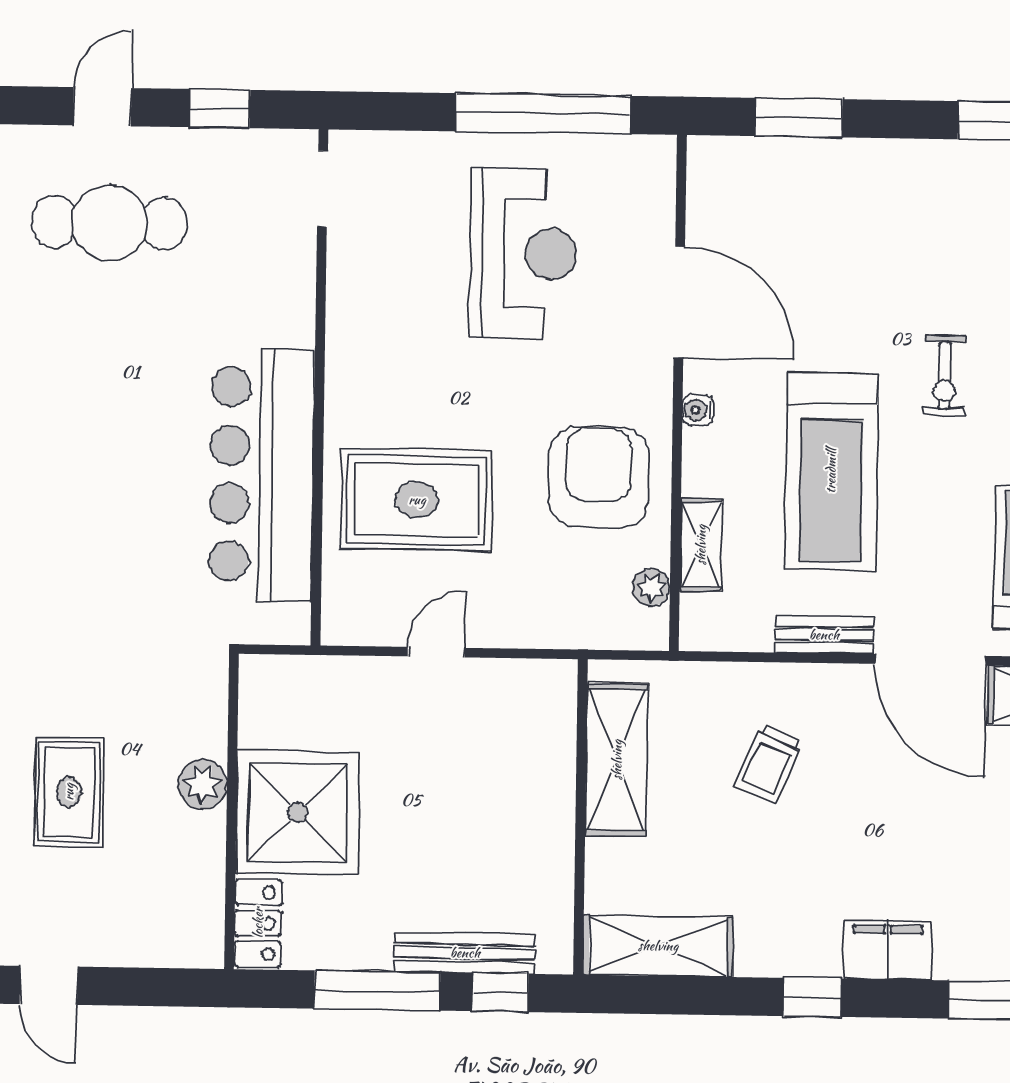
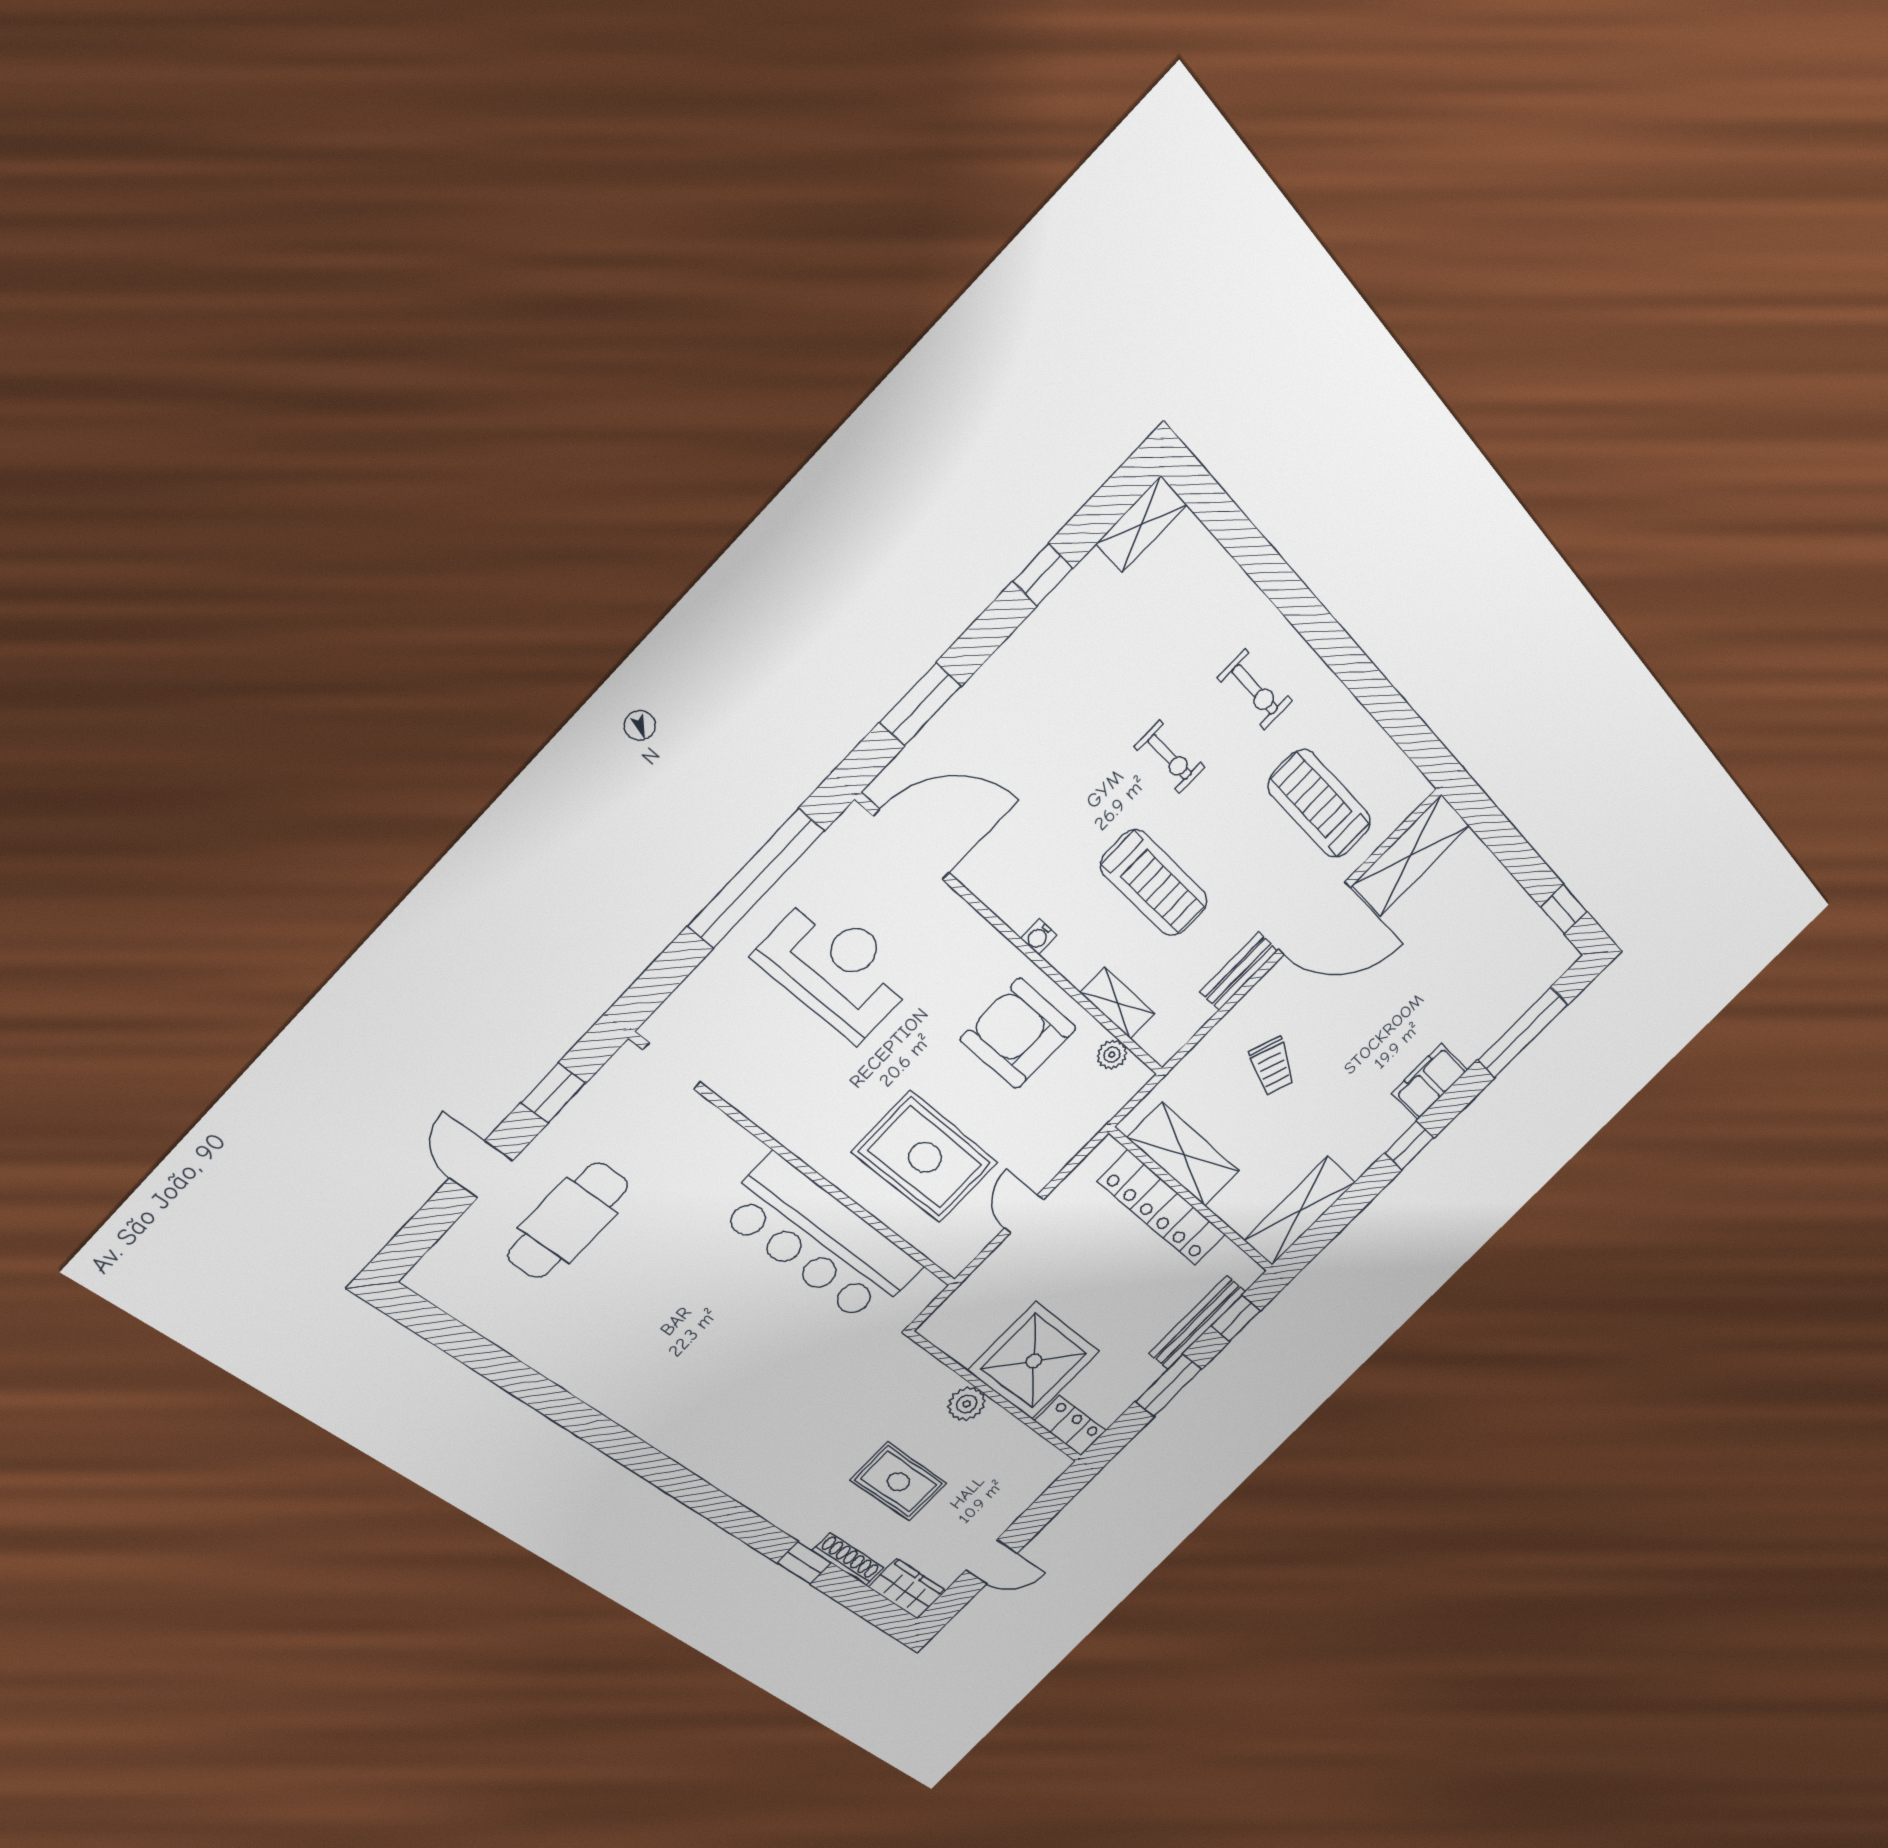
door: (679, 302) -> (911, 845), moved
treadmill: (831, 471) -> (1154, 883), width x0.73, depth x0.73
rug: (417, 500) -> (925, 1157), turned 90
locker: (549, 792) -> (1162, 1208), added
window: (377, 991) -> (1169, 1385), width x0.69

